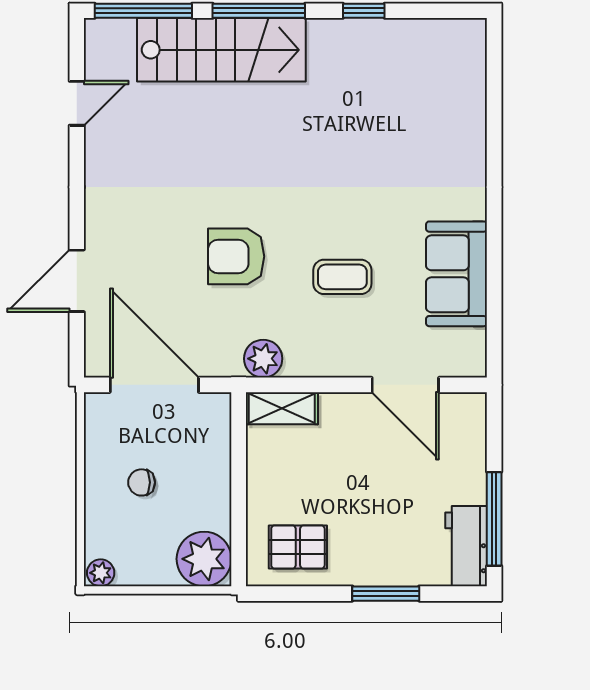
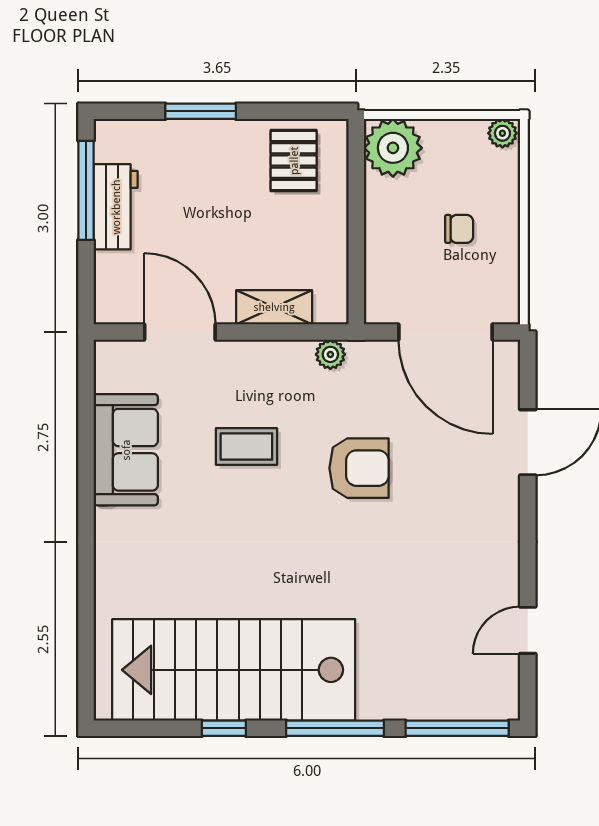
stairs: (221, 50) -> (234, 670), moved, width x1.36, depth x1.51
plant: (263, 359) -> (330, 354), width x0.73, depth x0.73
shelving: (282, 408) -> (274, 307), moved
workbench: (466, 546) -> (116, 207), moved
pallet: (298, 547) -> (294, 161), turned 90

